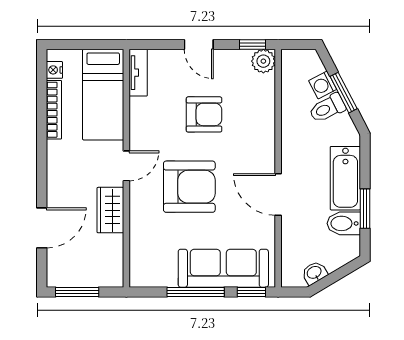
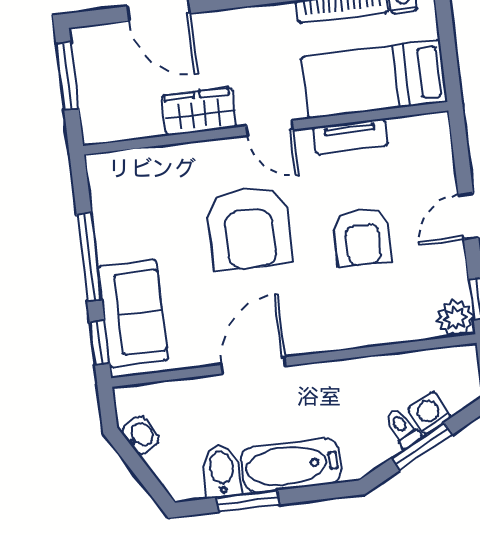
tv unit: (138, 73) -> (350, 136), moved
toilet: (327, 108) -> (403, 428), width x0.73, depth x0.72
sofa: (223, 268) -> (133, 313), width x0.73

